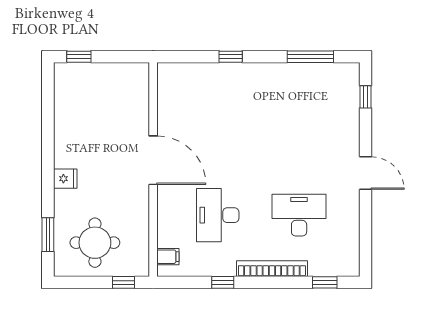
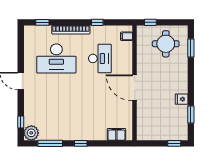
window: (231, 57) -> (81, 143), moved
filing cabinet: (187, 74) -> (116, 134), added
plant: (346, 76) -> (31, 133), added
window: (48, 111) -> (191, 115), added
fridge: (65, 179) -> (182, 99), moved
desk: (299, 215) -> (56, 58), width x1.36, depth x1.30

